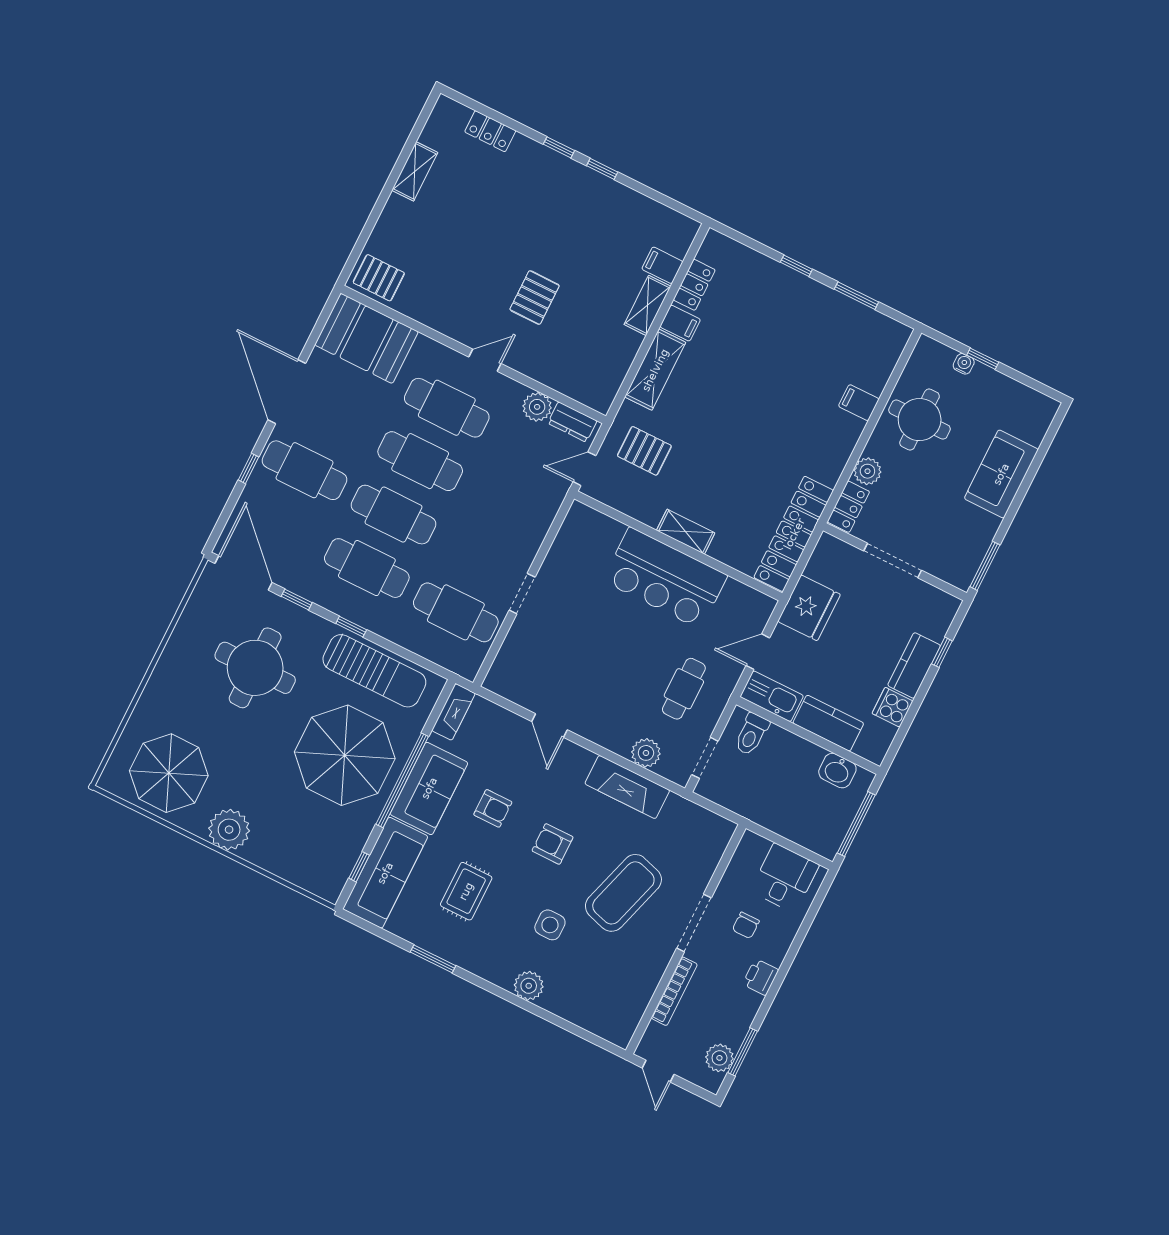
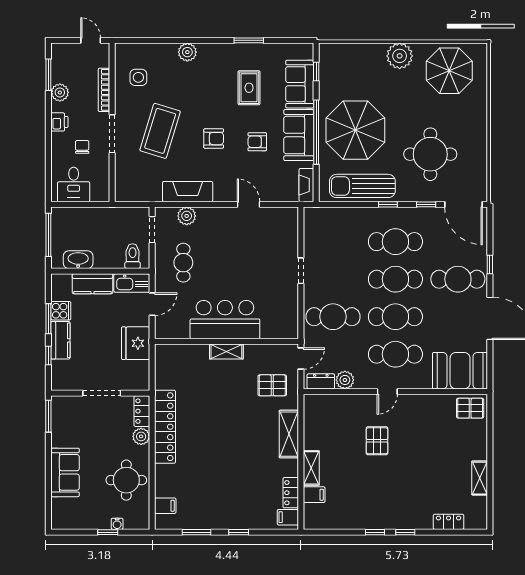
filing cabinet: (680, 323) -> (288, 517), moved
filing cabinet: (859, 403) -> (165, 506), moved
locker: (794, 534) -> (165, 427), moved
cafe table: (456, 612) -> (333, 317), moved
window: (916, 704) -> (48, 319), added
washbasin: (837, 771) -> (78, 260), width x1.38
sofa: (385, 873) -> (300, 84), width x0.73
side table: (550, 925) -> (138, 77), moved
plant: (719, 1058) -> (60, 92), moved

